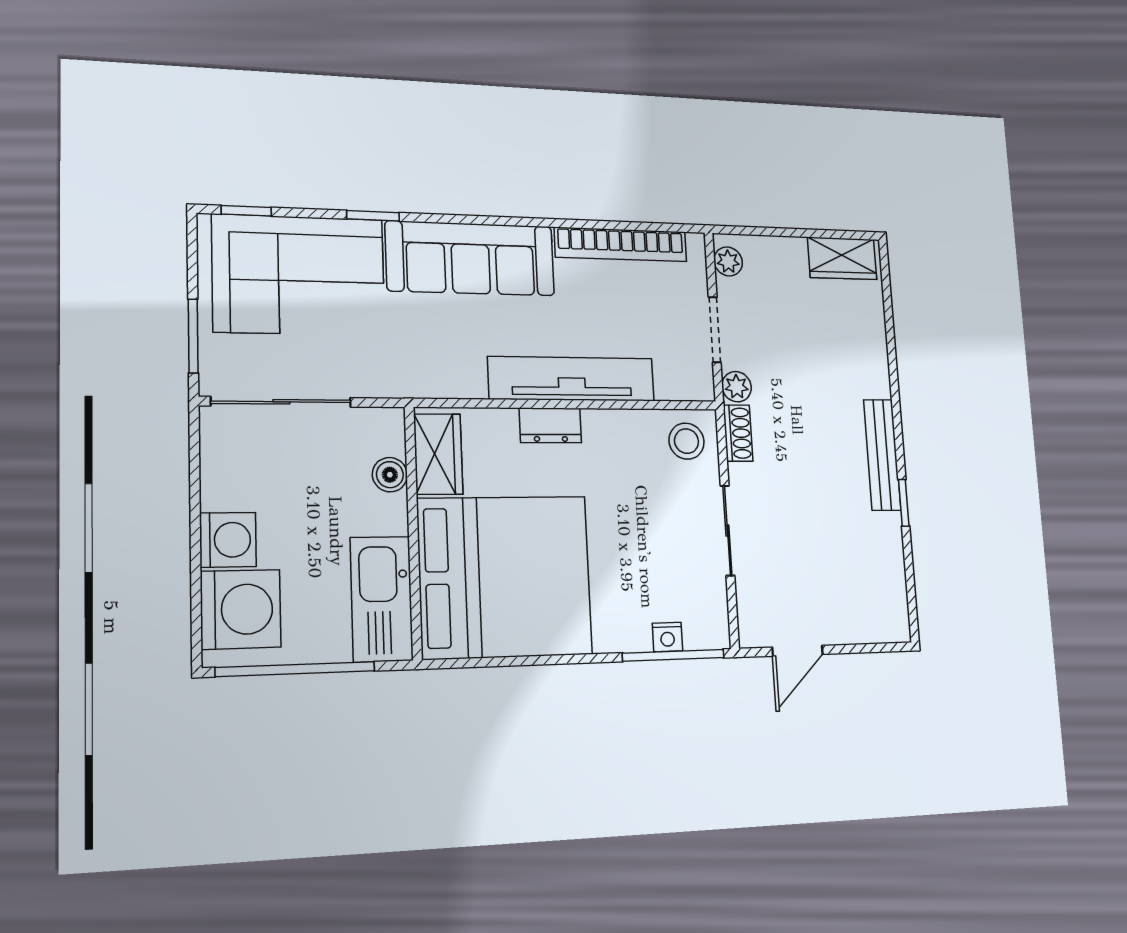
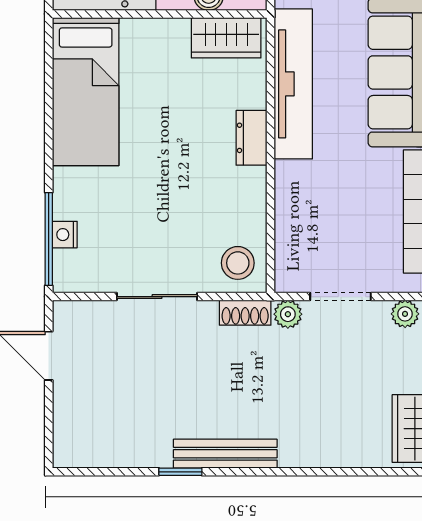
tv unit: (572, 379) -> (293, 84), moved
bed: (505, 577) -> (86, 92), width x0.49

